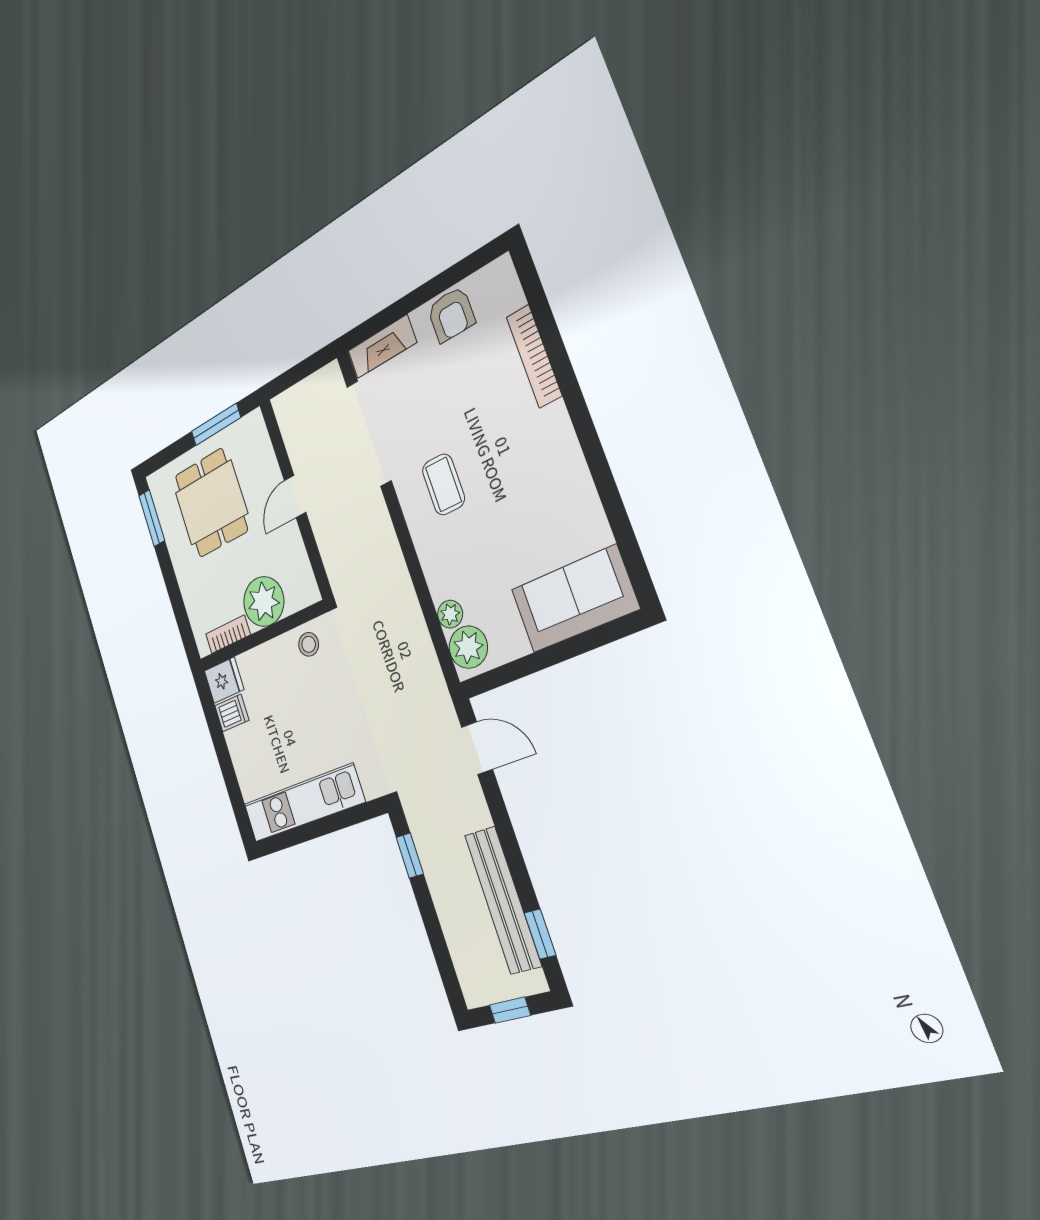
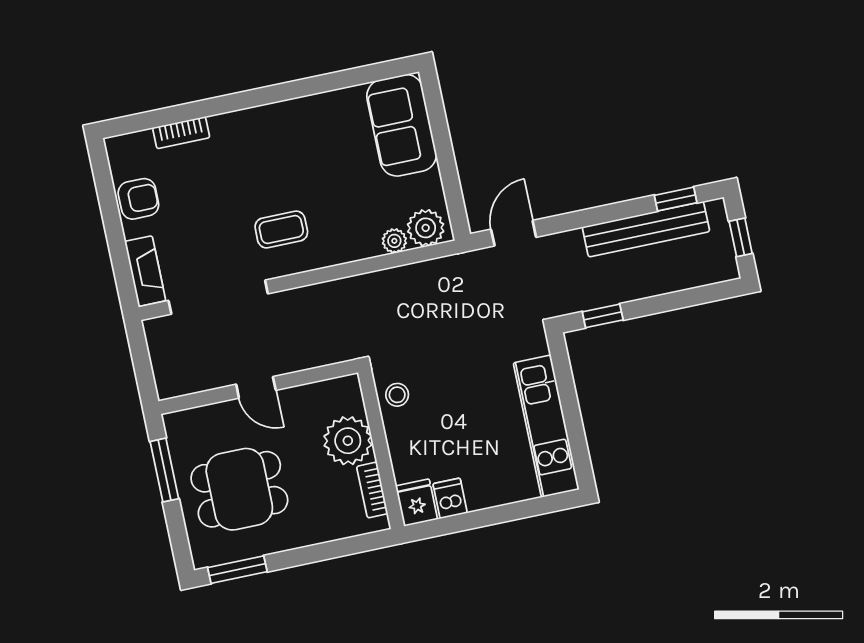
bookcase: (534, 356) -> (181, 133), width x0.64

